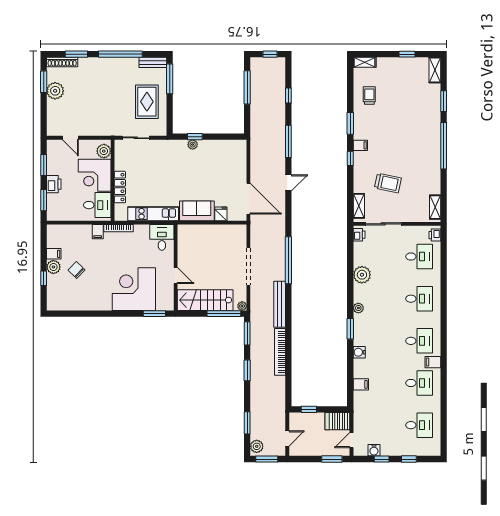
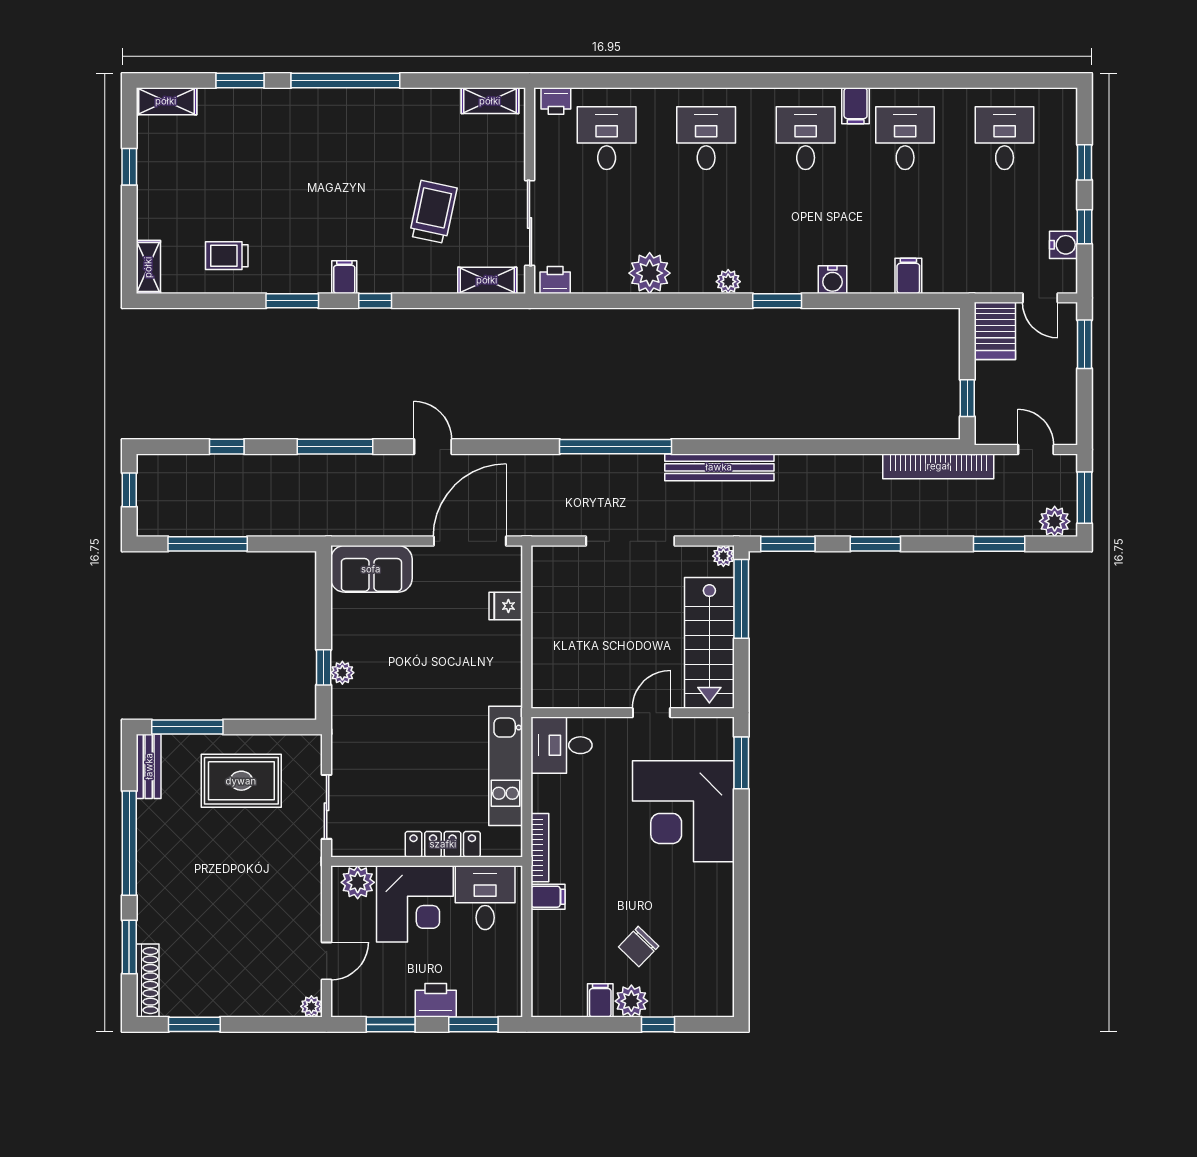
plant: (55, 91) -> (311, 1006), moved, width x0.53, depth x0.53
sofa: (197, 211) -> (371, 569), moved, turned -90
bookcase: (280, 352) -> (938, 466), moved

